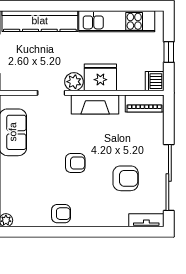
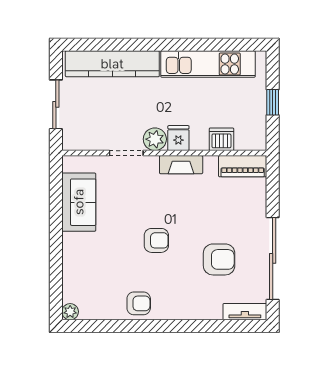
fridge: (100, 77) -> (178, 138), width x0.53, depth x0.75
dishwasher: (155, 81) -> (221, 139), moved, turned 90
fireplace: (95, 105) -> (181, 165), width x0.73, depth x0.76

